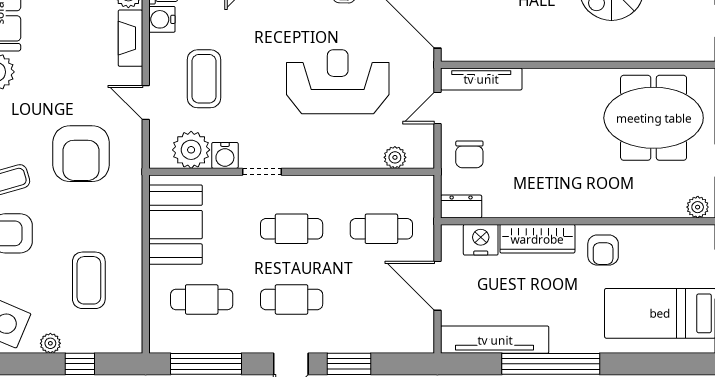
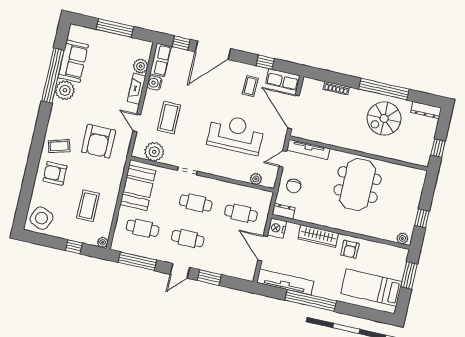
meeting table: (654, 118) -> (358, 185), moved, turned 90
water cooler: (225, 155) -> (171, 158), removed
nightstand: (481, 240) -> (277, 228), moved, turned -90
plant: (50, 343) -> (103, 242), moved

